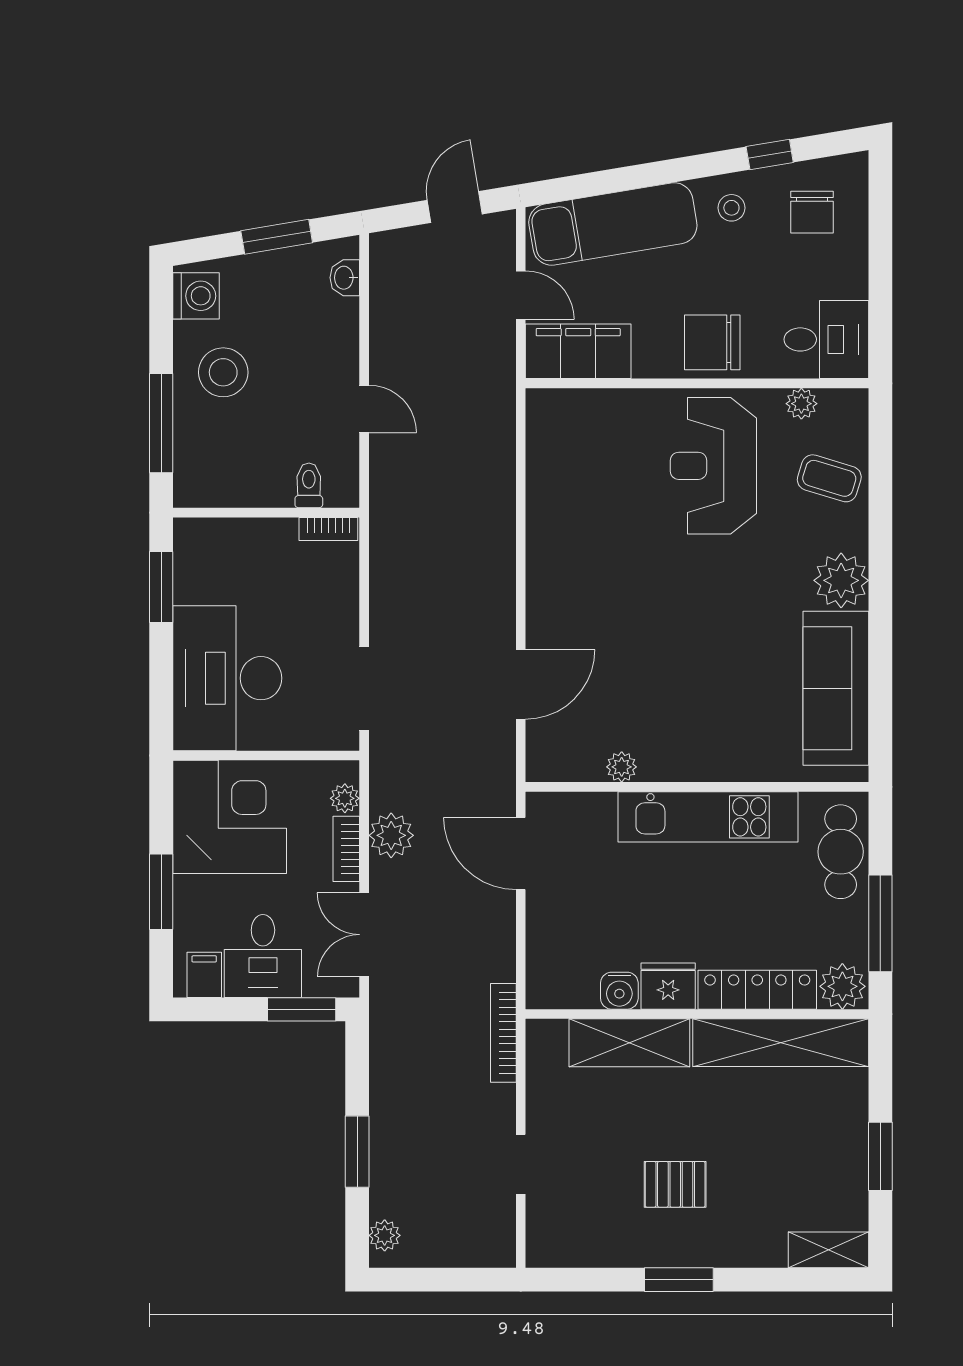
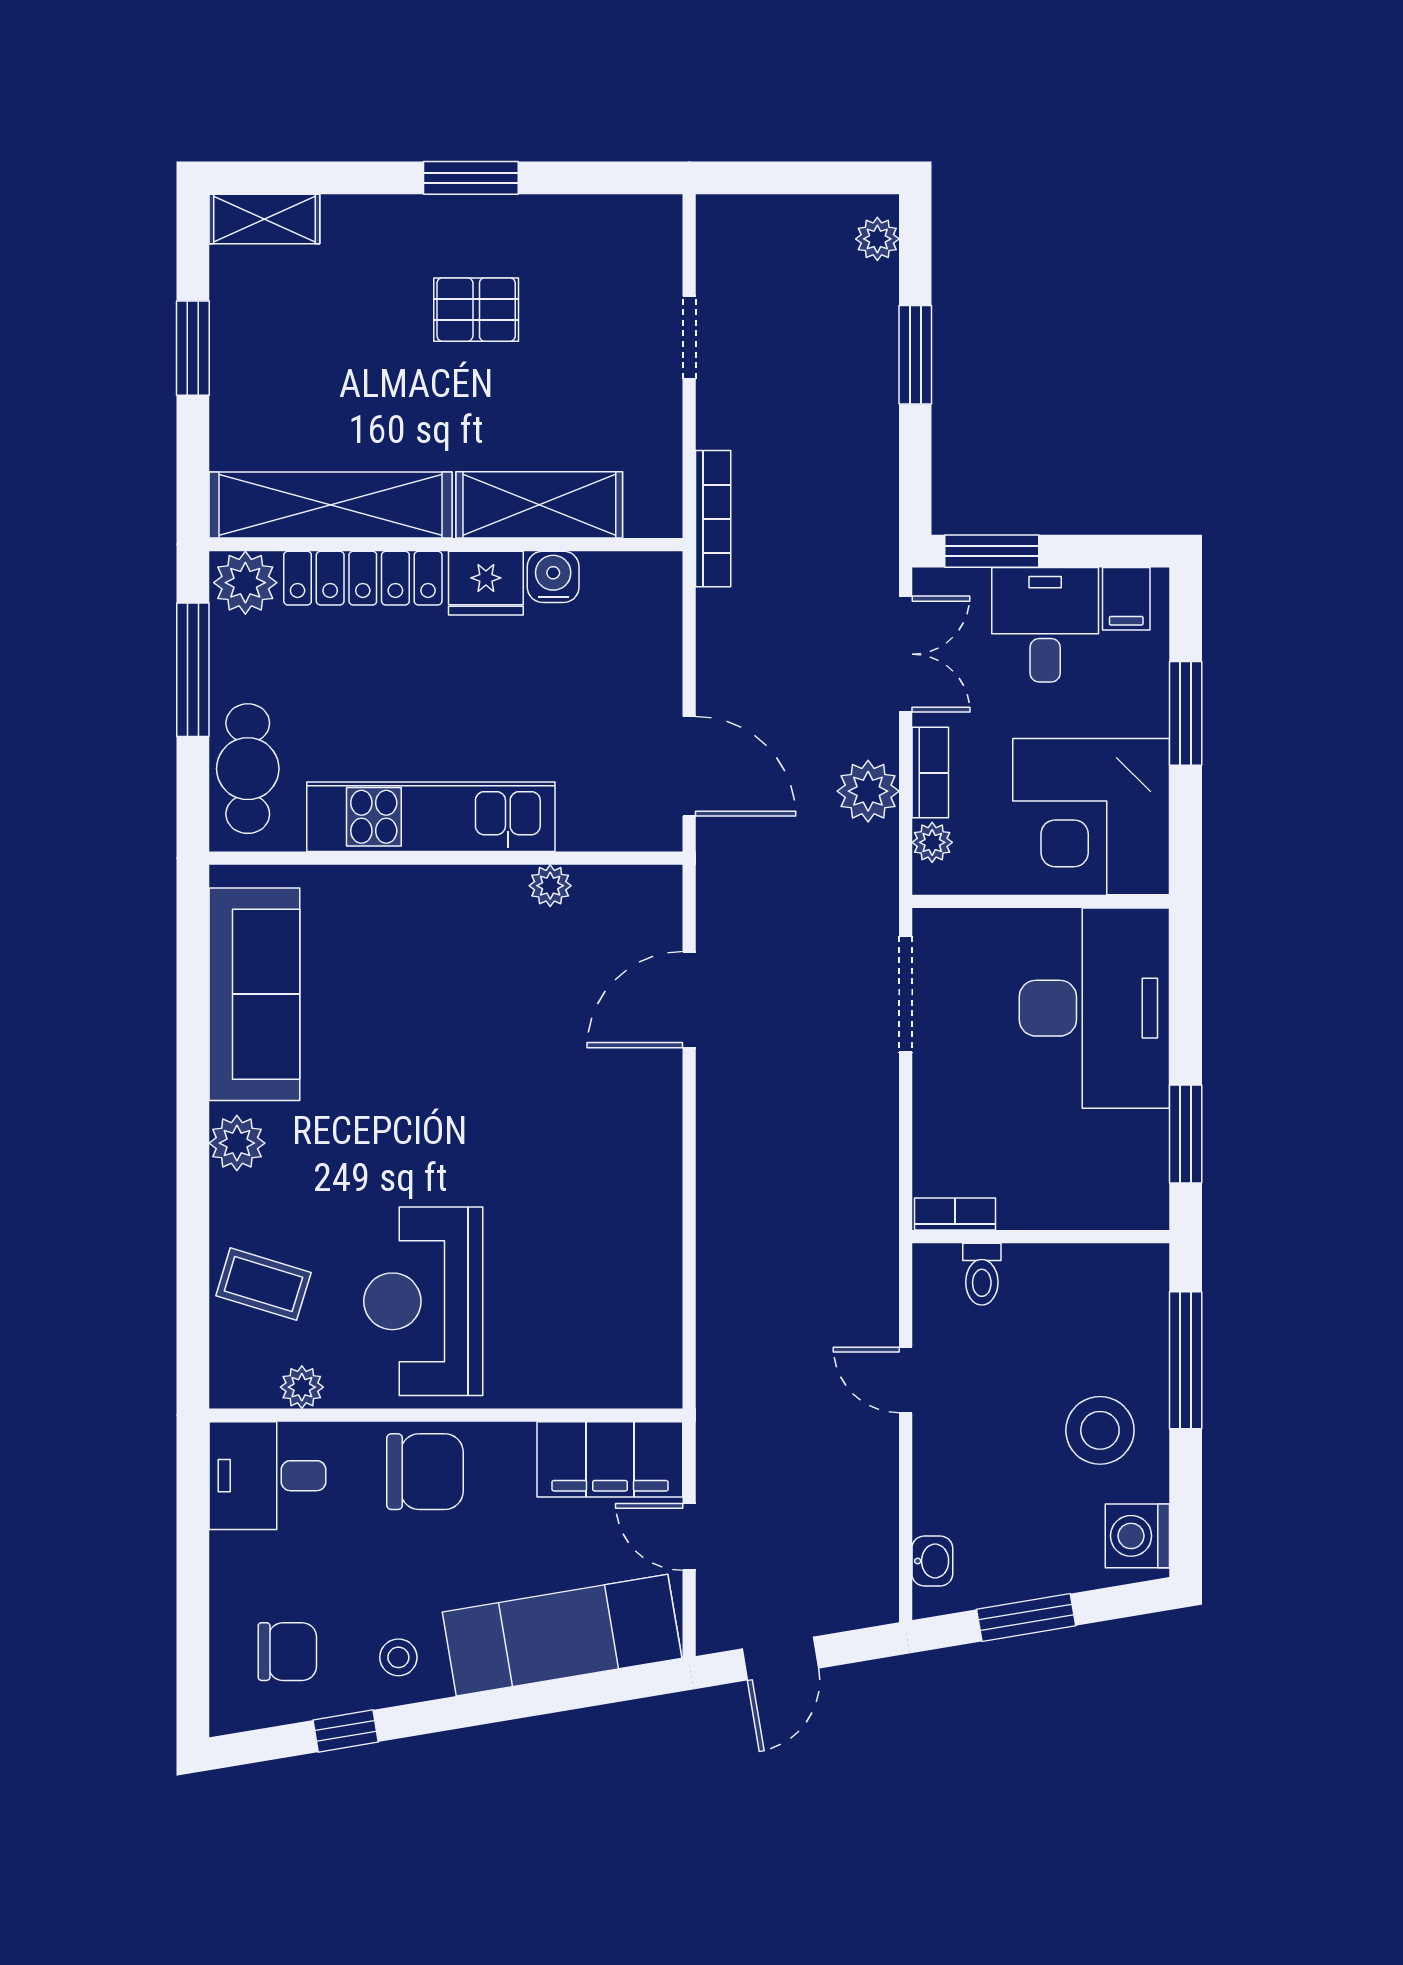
chair: (812, 212) -> (287, 1652), turned 90
reception desk: (713, 466) -> (423, 1301), turned 180
plant: (841, 580) -> (237, 1143), width x0.73, depth x0.73

